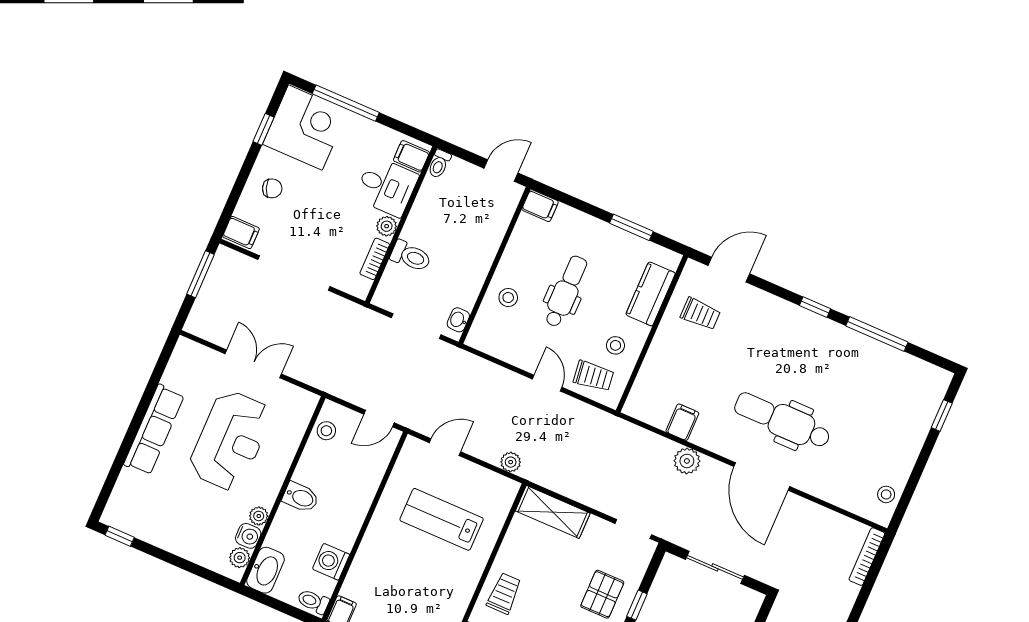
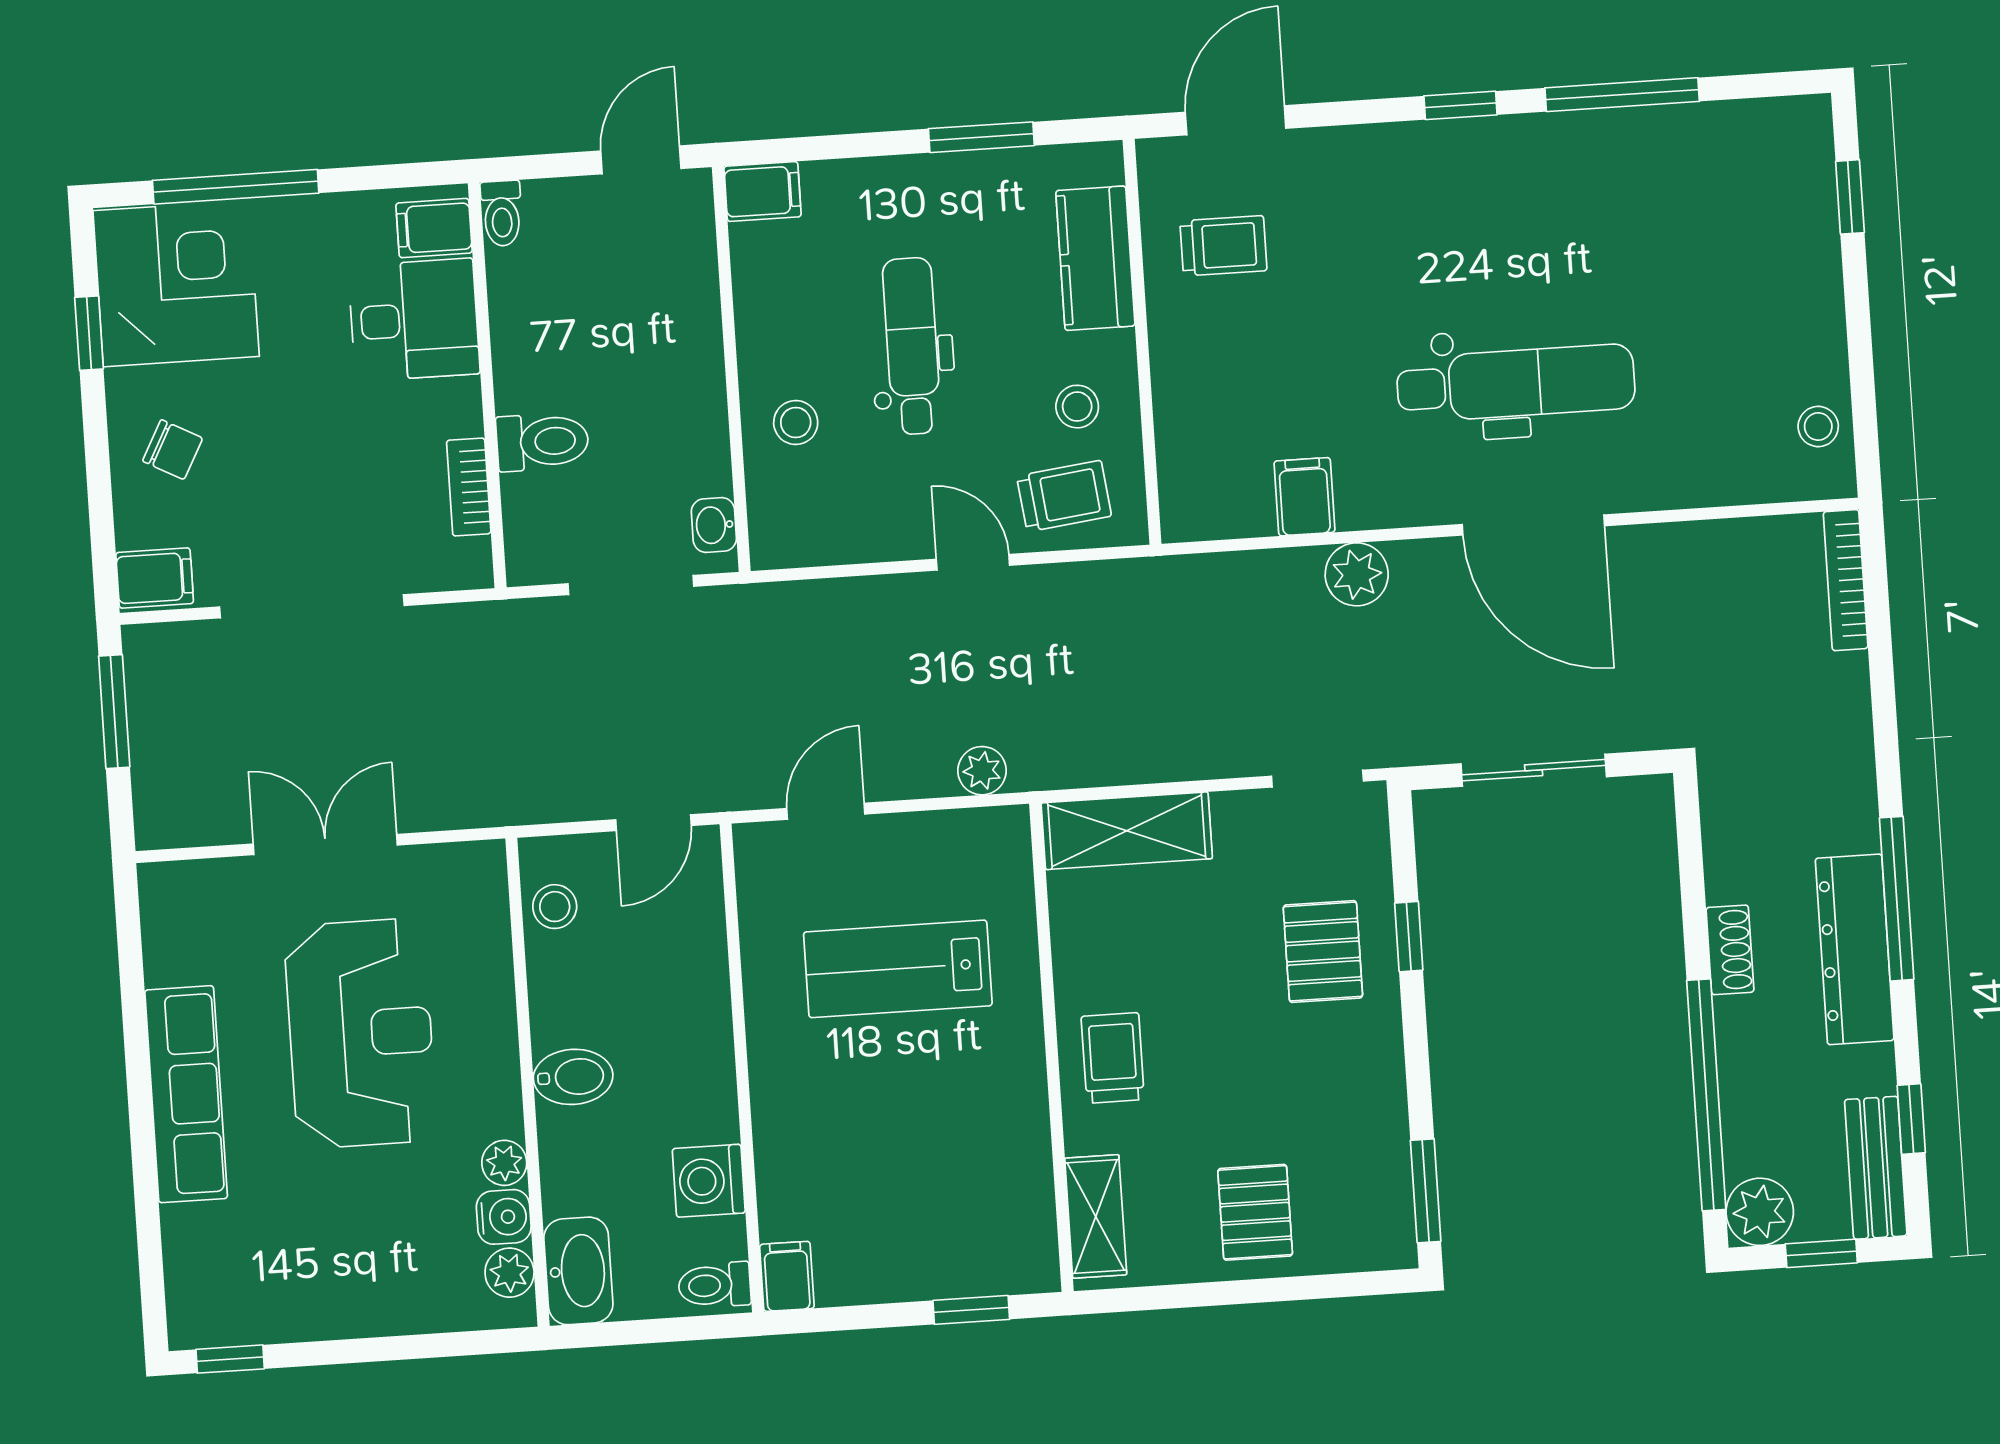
chair: (272, 188) -> (173, 450), turned 49
plant: (387, 226) -> (458, 404), removed
dental chair: (782, 421) -> (1516, 383), turned 180

